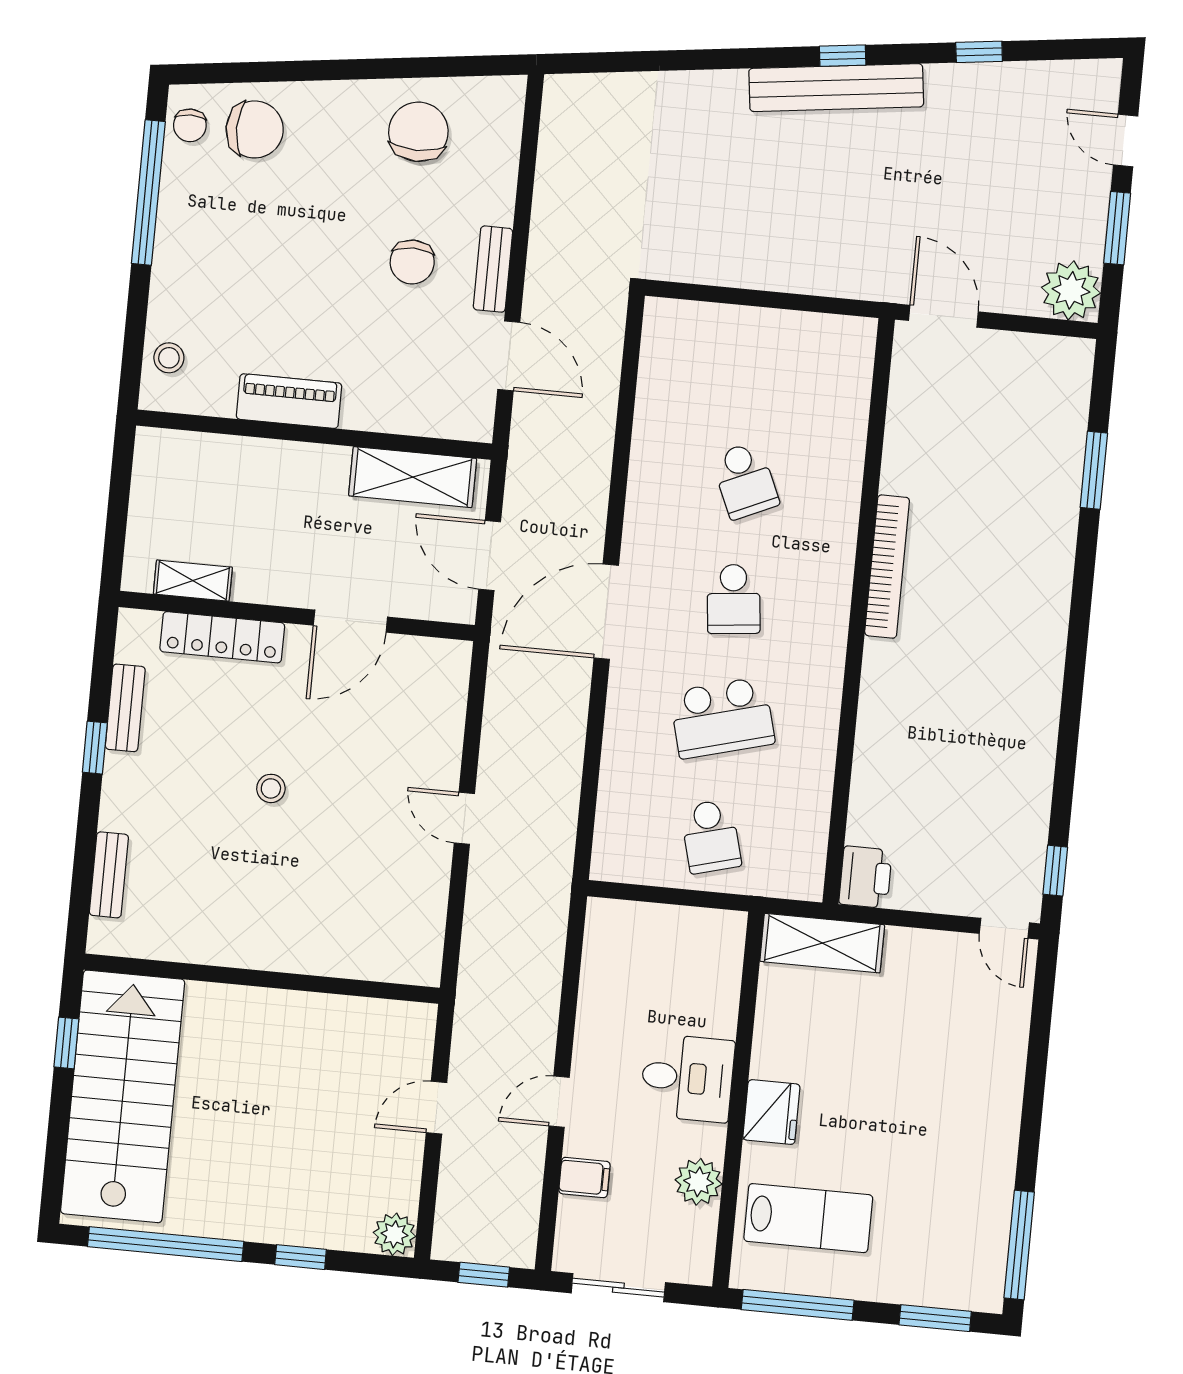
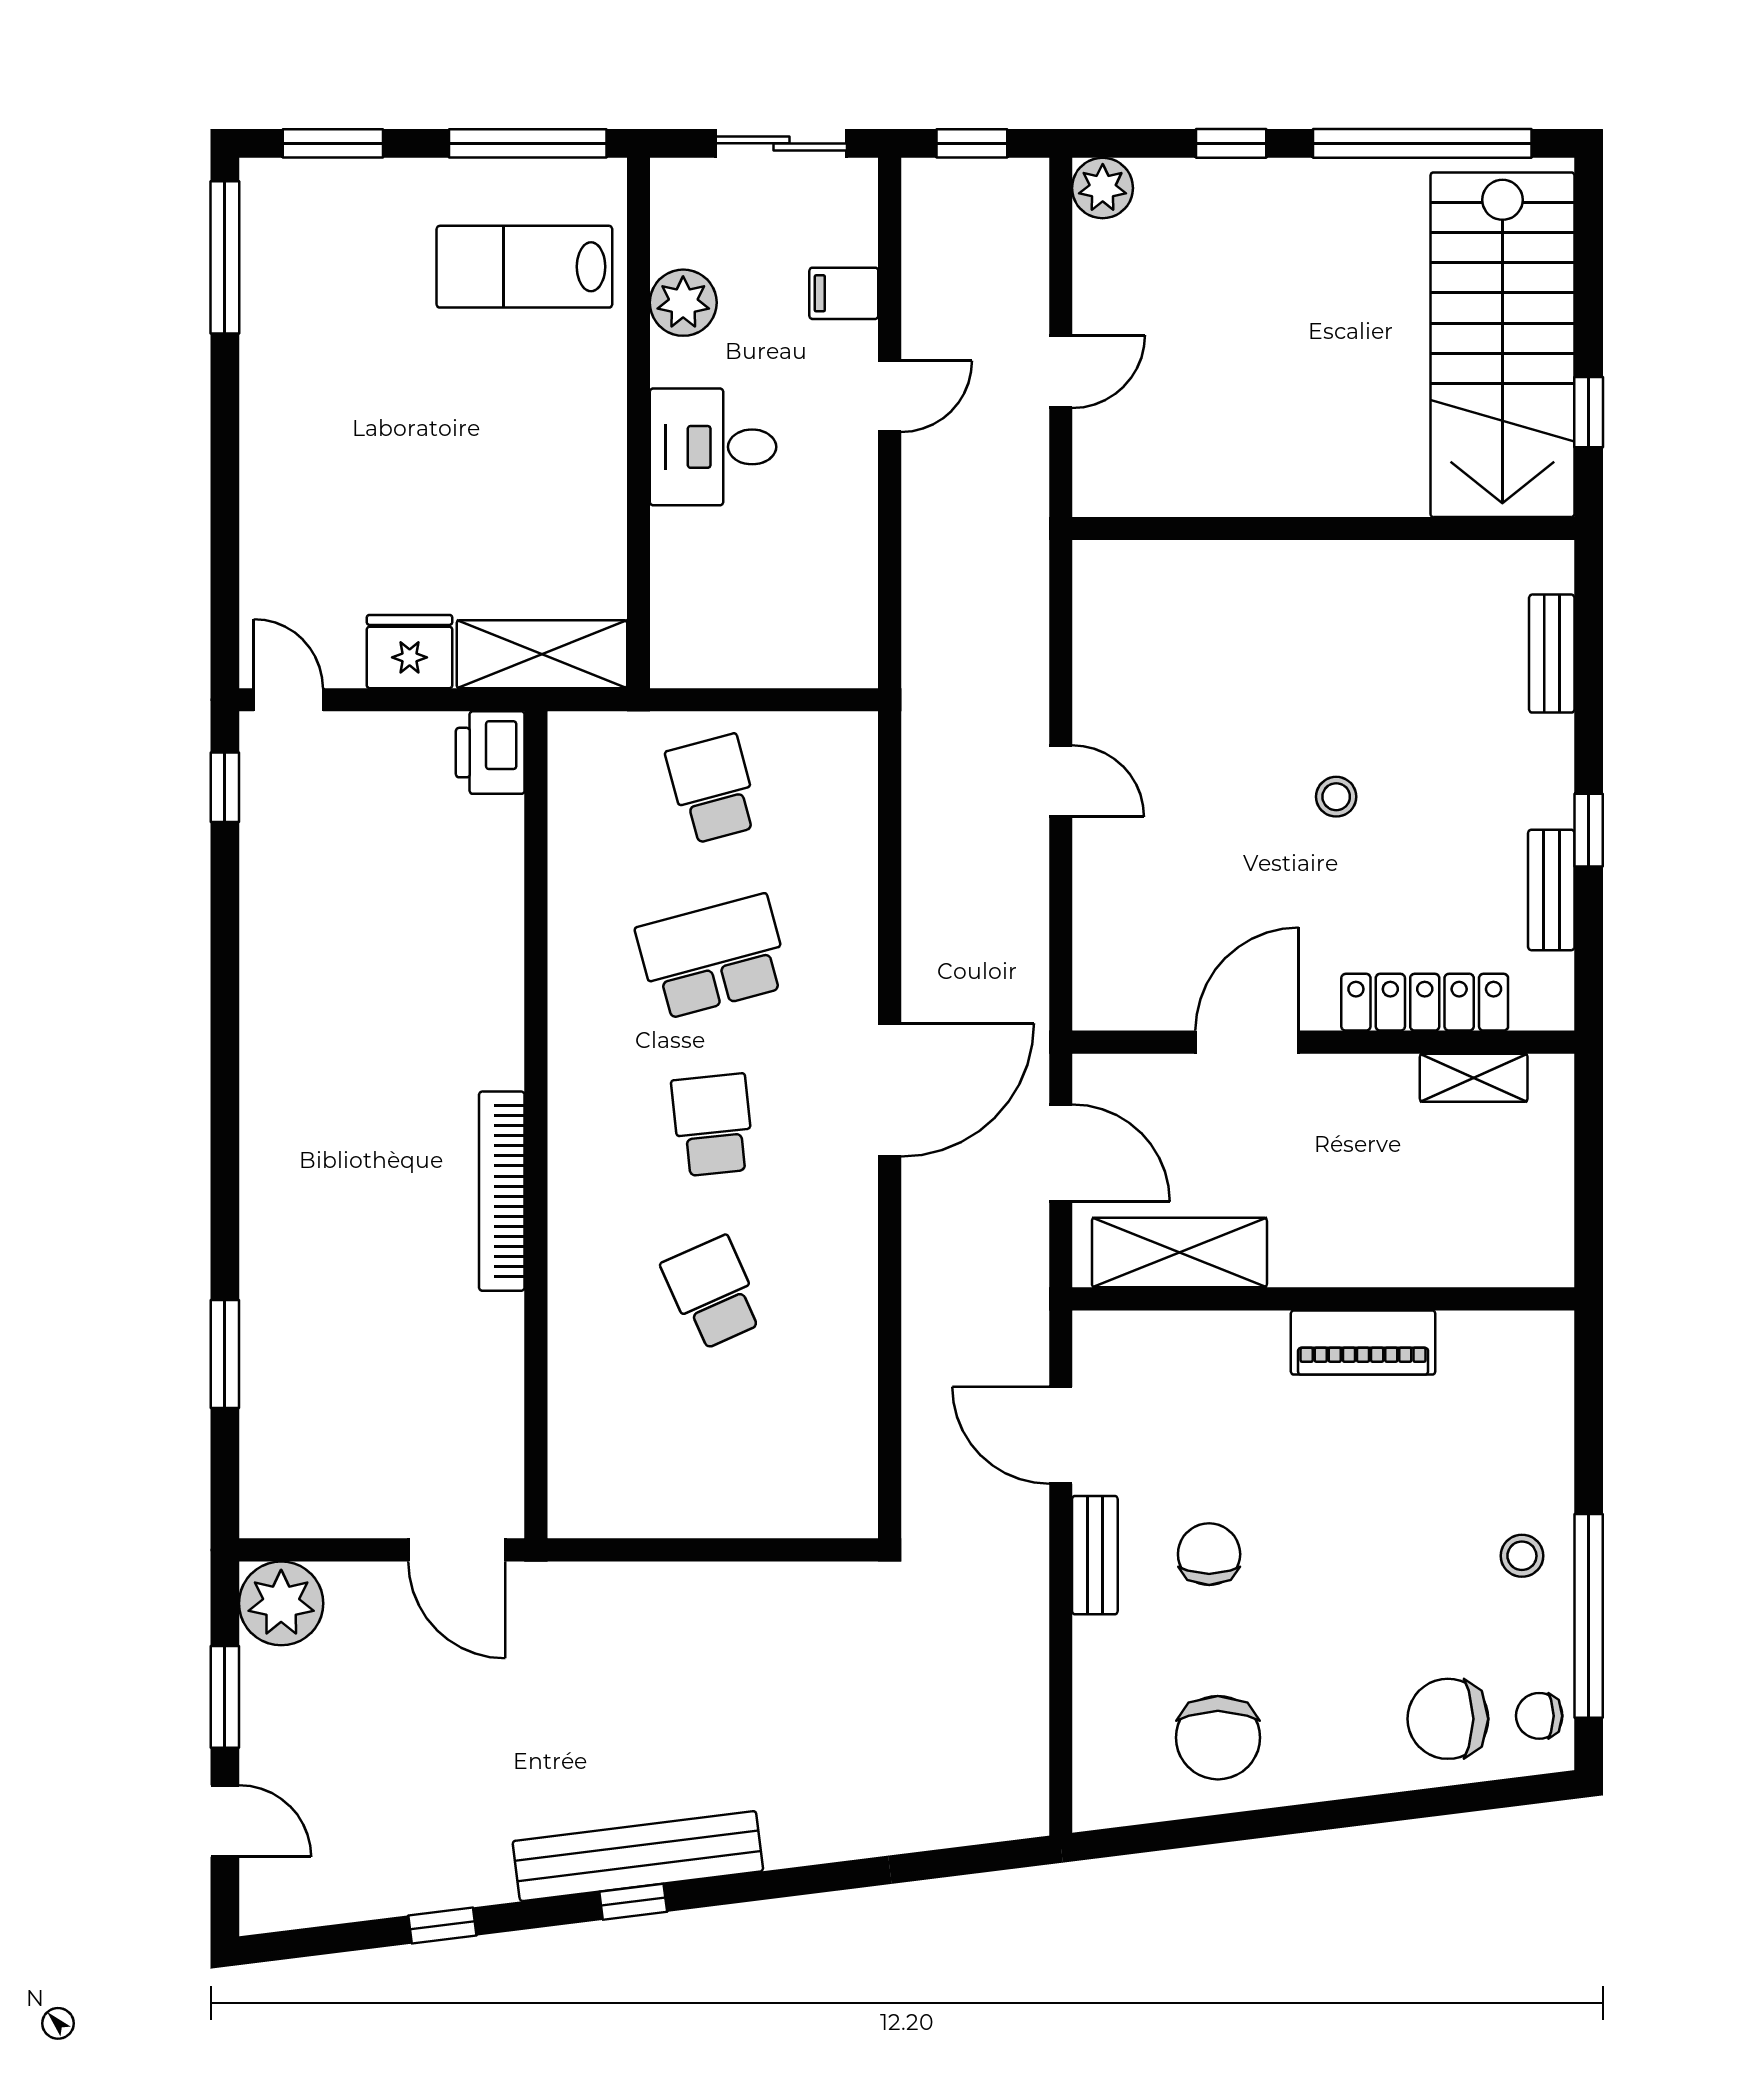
chair: (190, 125) -> (1539, 1716), turned -90
stool: (169, 358) -> (1522, 1556), moved
fridge: (771, 1112) -> (410, 652), moved, turned 90

